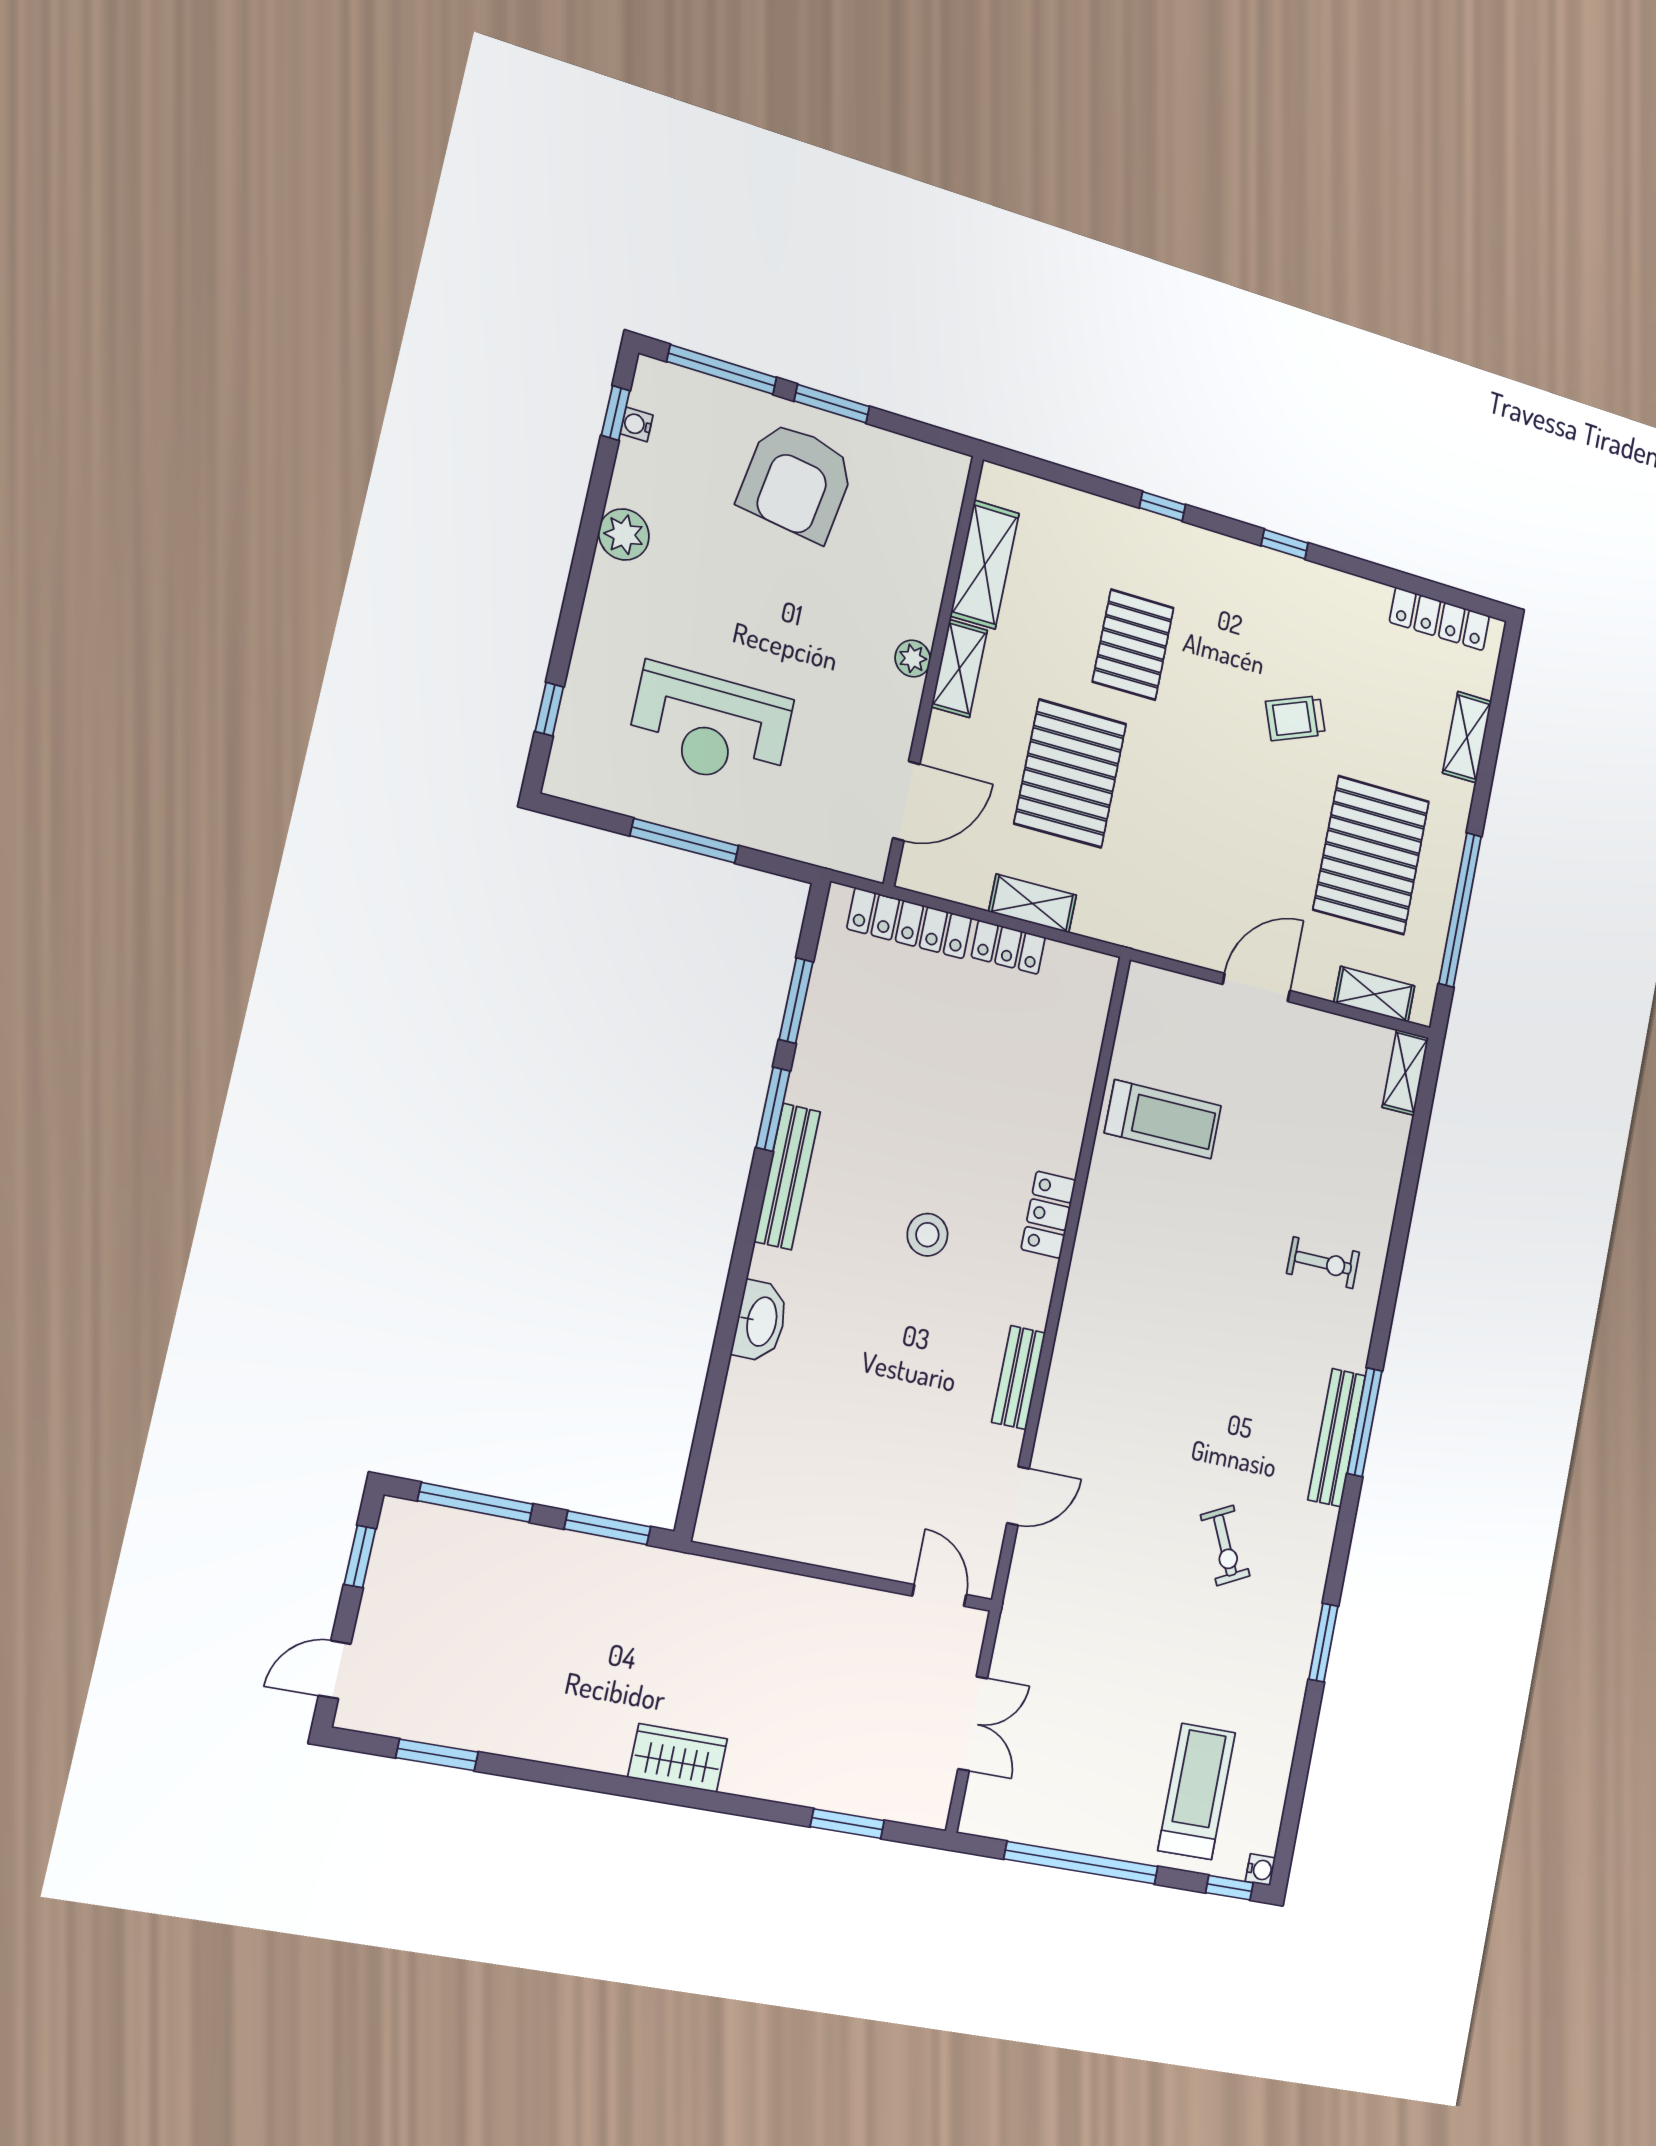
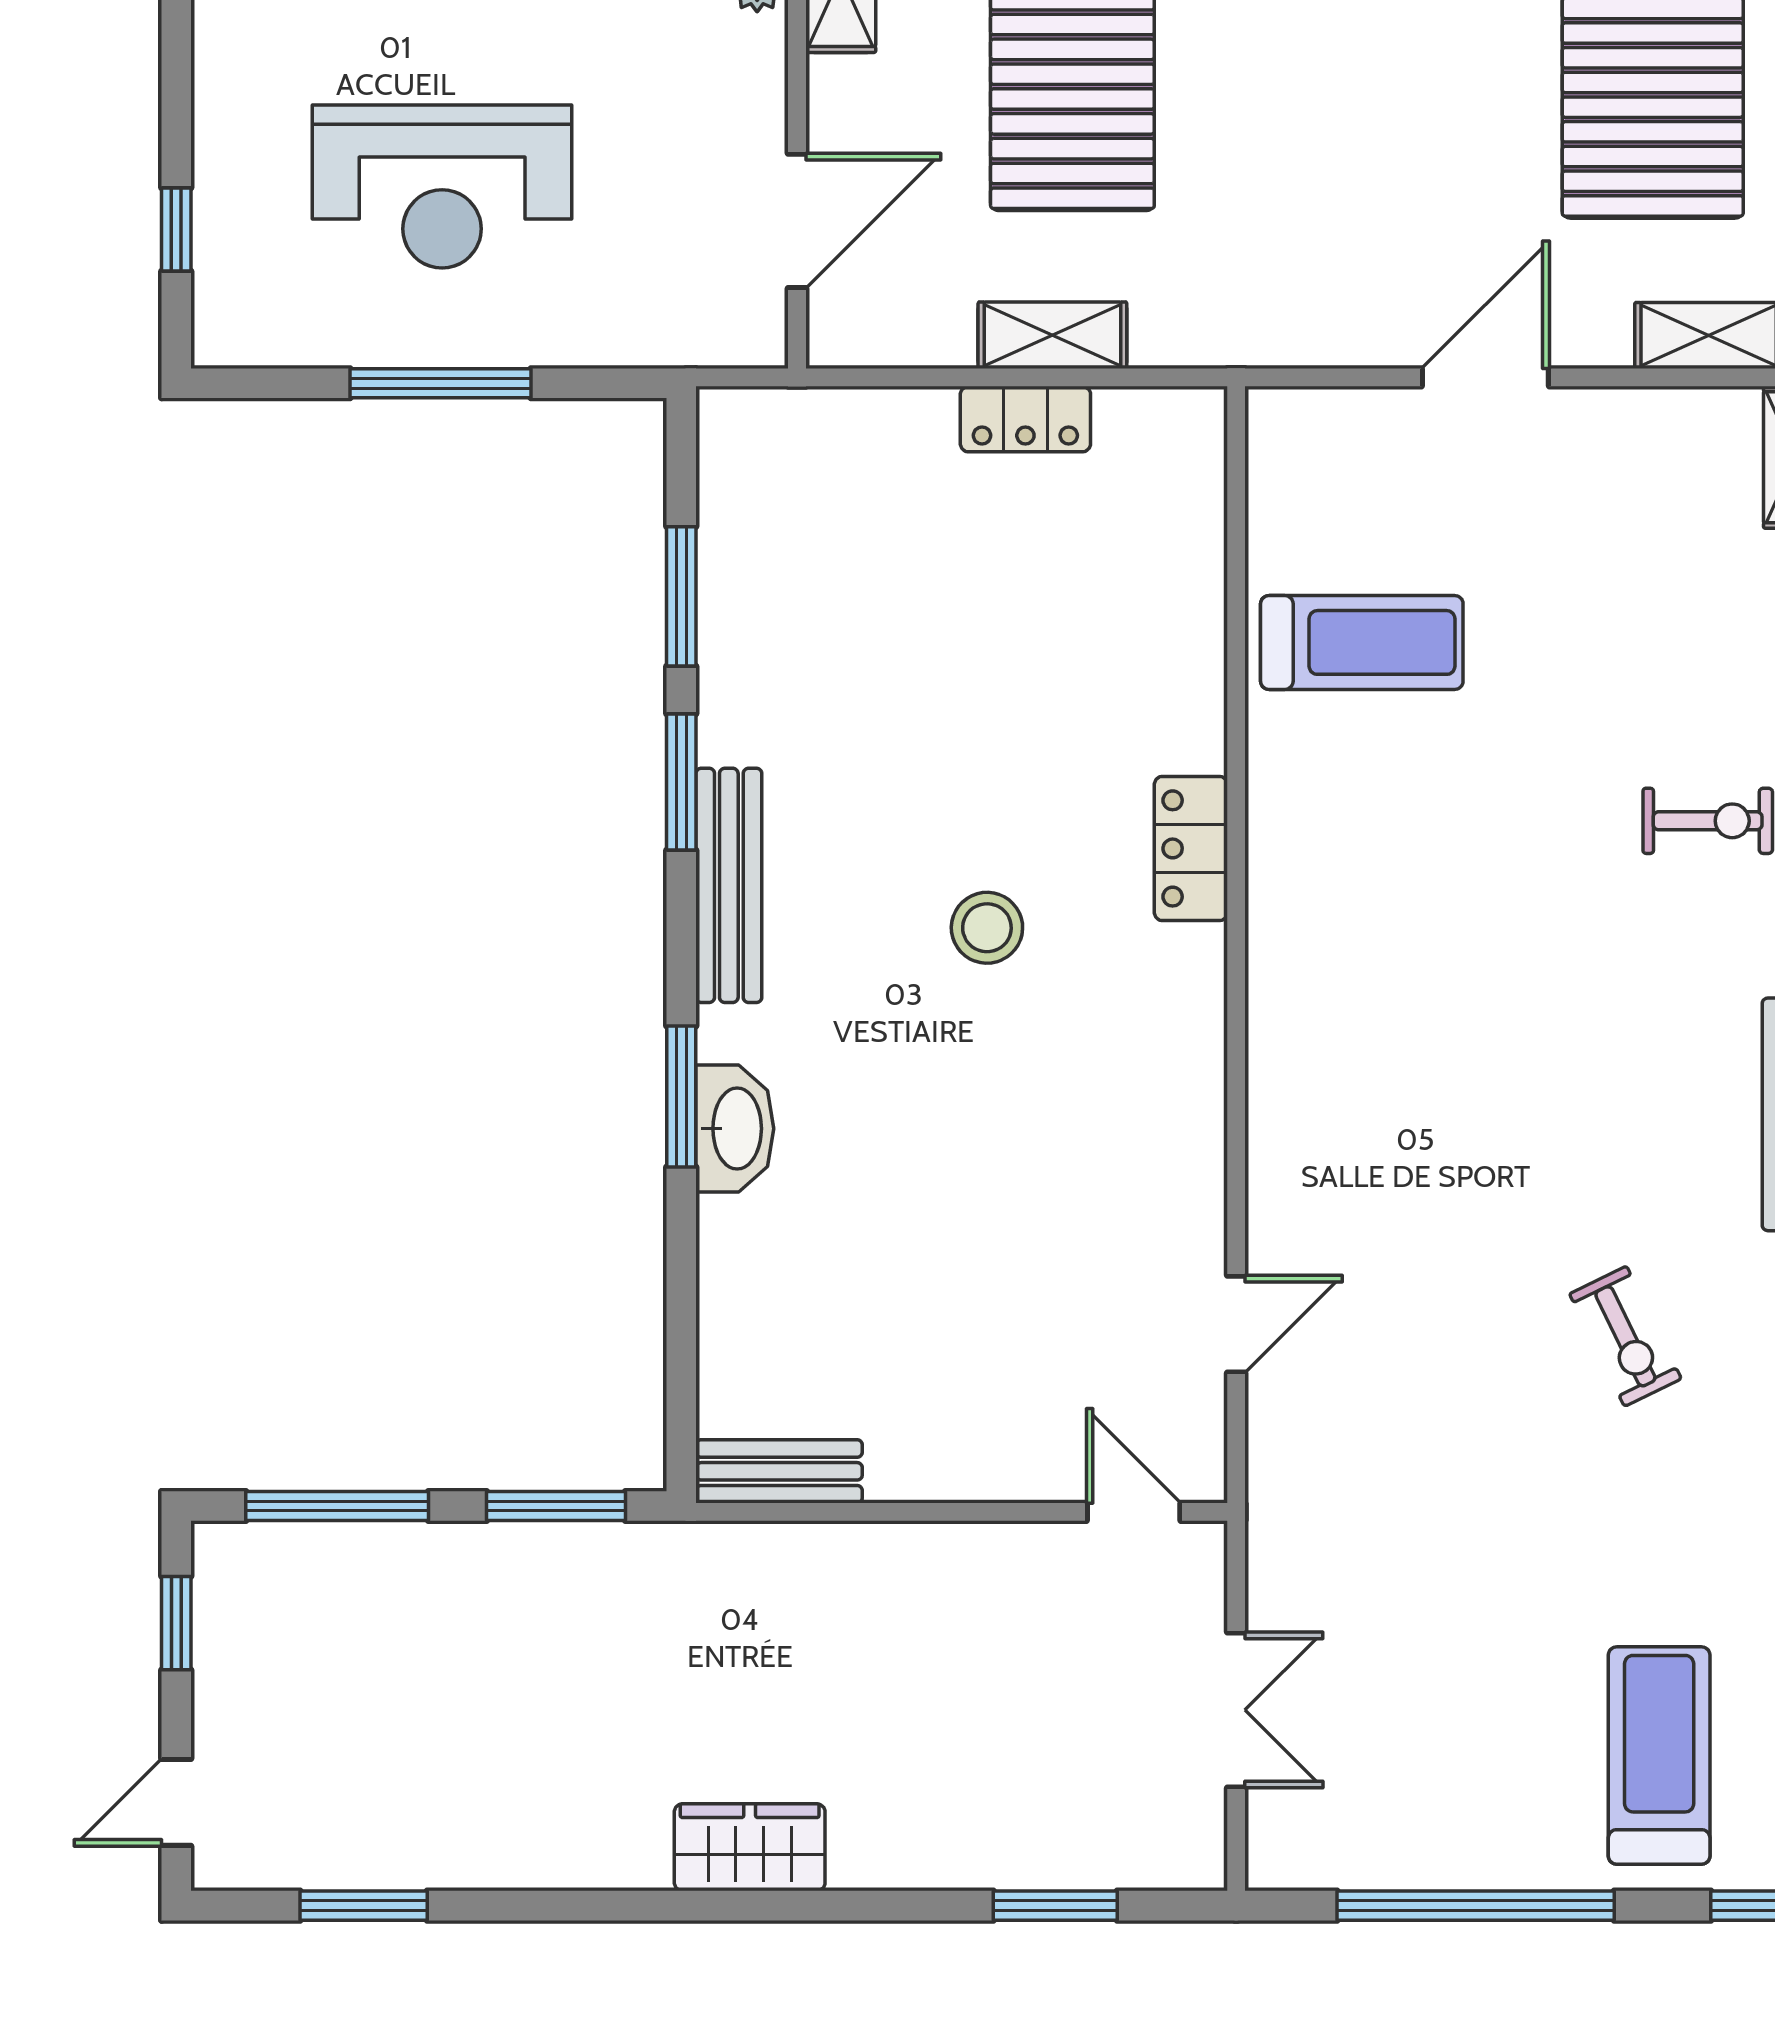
locker: (909, 923) -> (846, 422), removed
window: (734, 1295) -> (681, 1096), added
bench: (1019, 1378) -> (779, 1471), moved, turned 90

